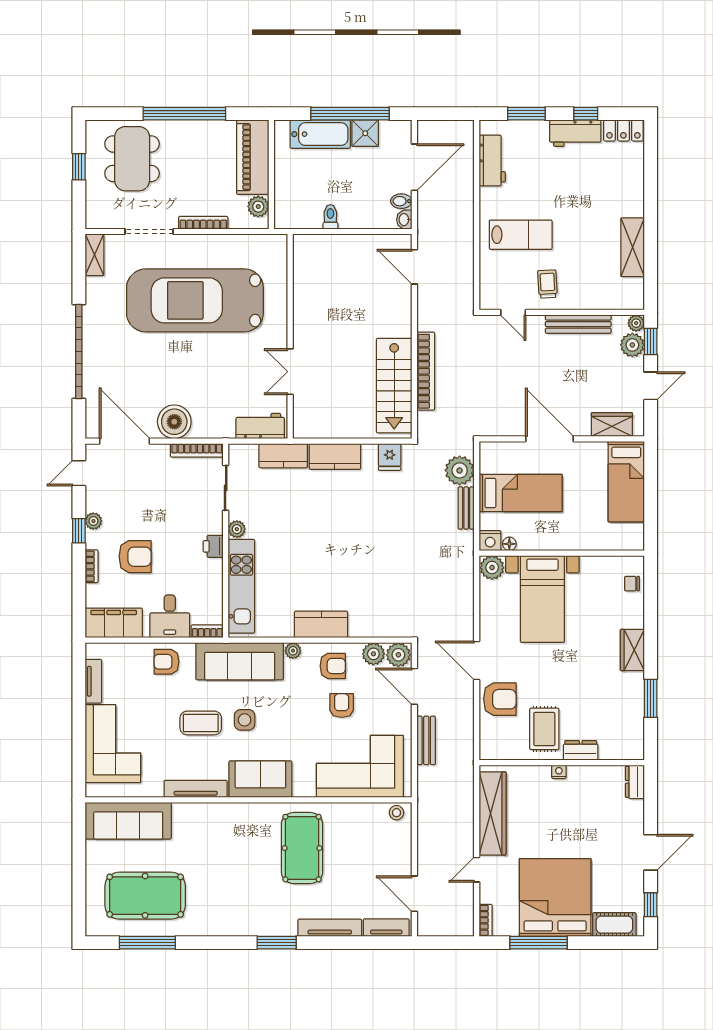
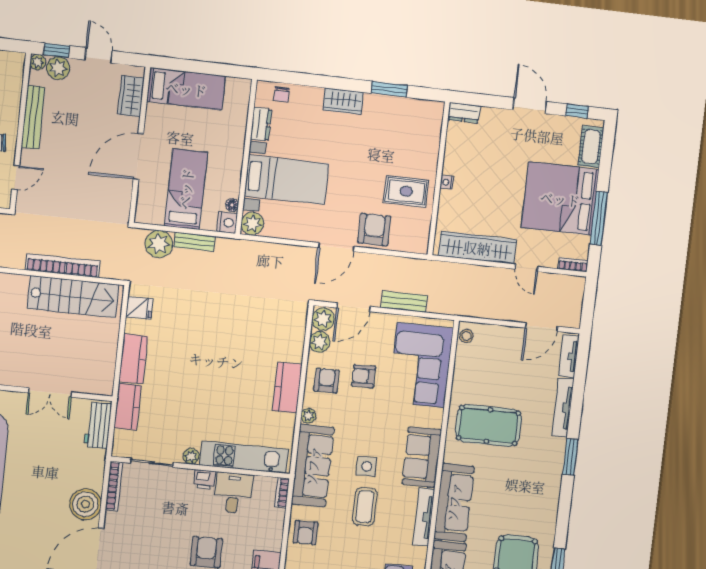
desk: (170, 616) -> (233, 493), moved, turned -90
dresser: (581, 750) -> (261, 124), moved, turned 180
sofa: (215, 820) -> (454, 502), added

